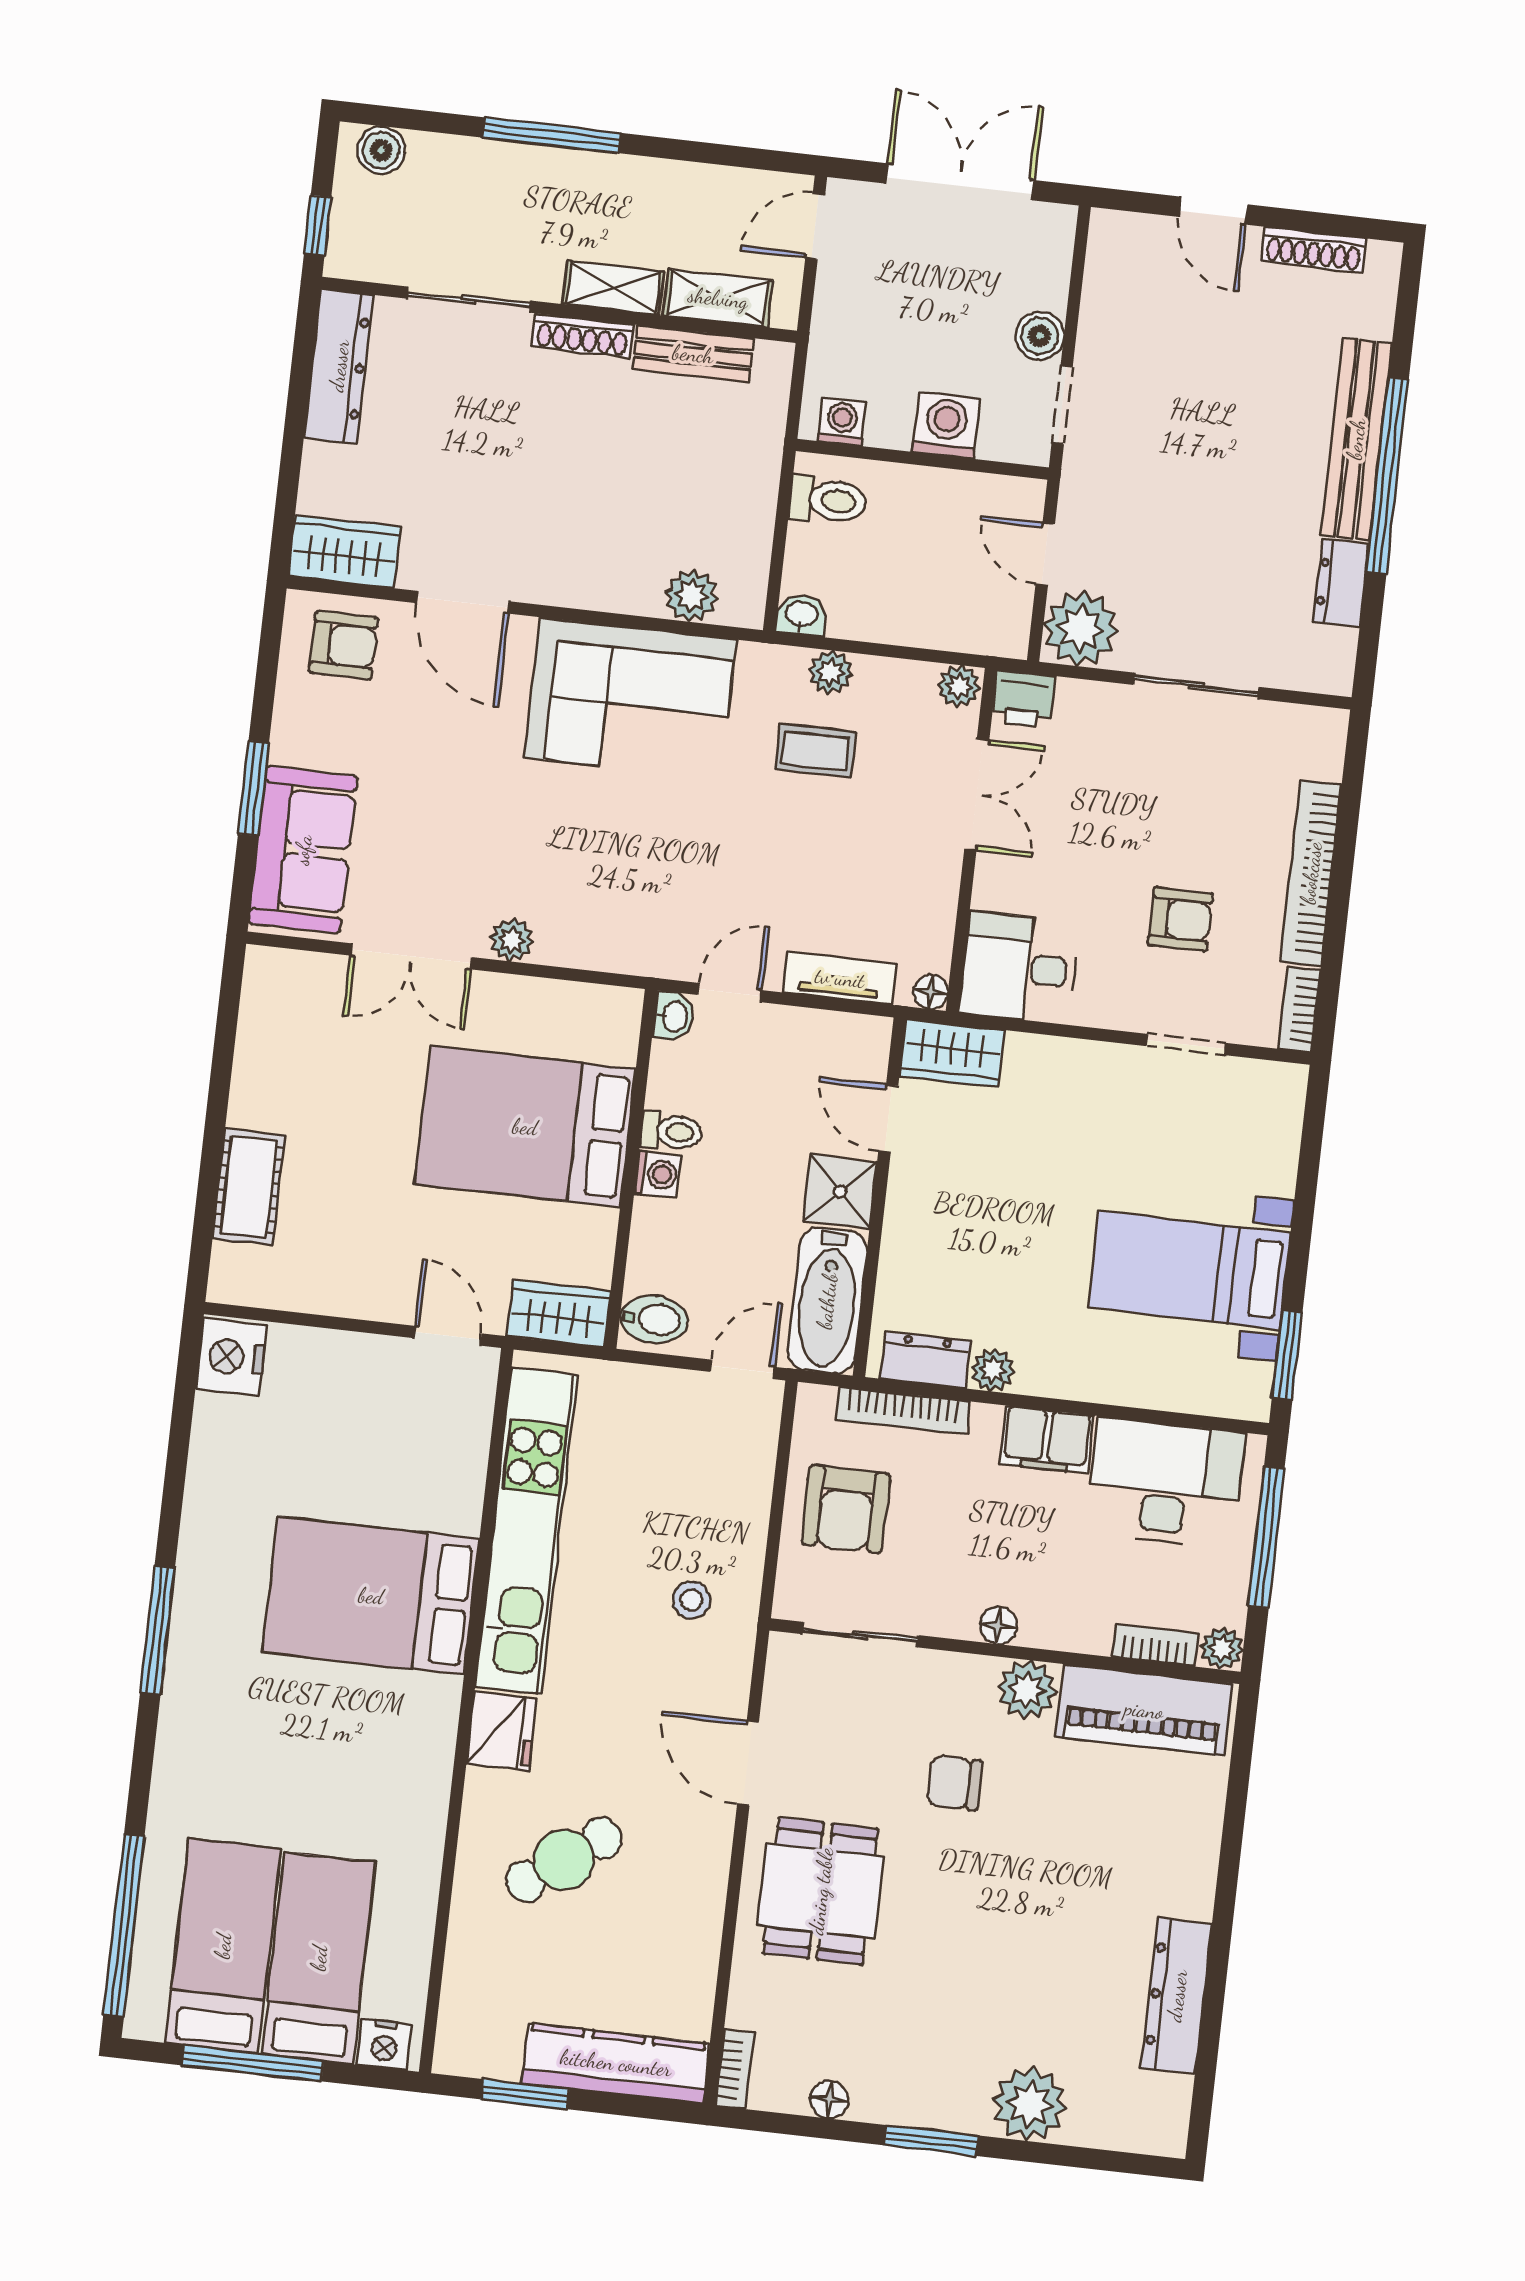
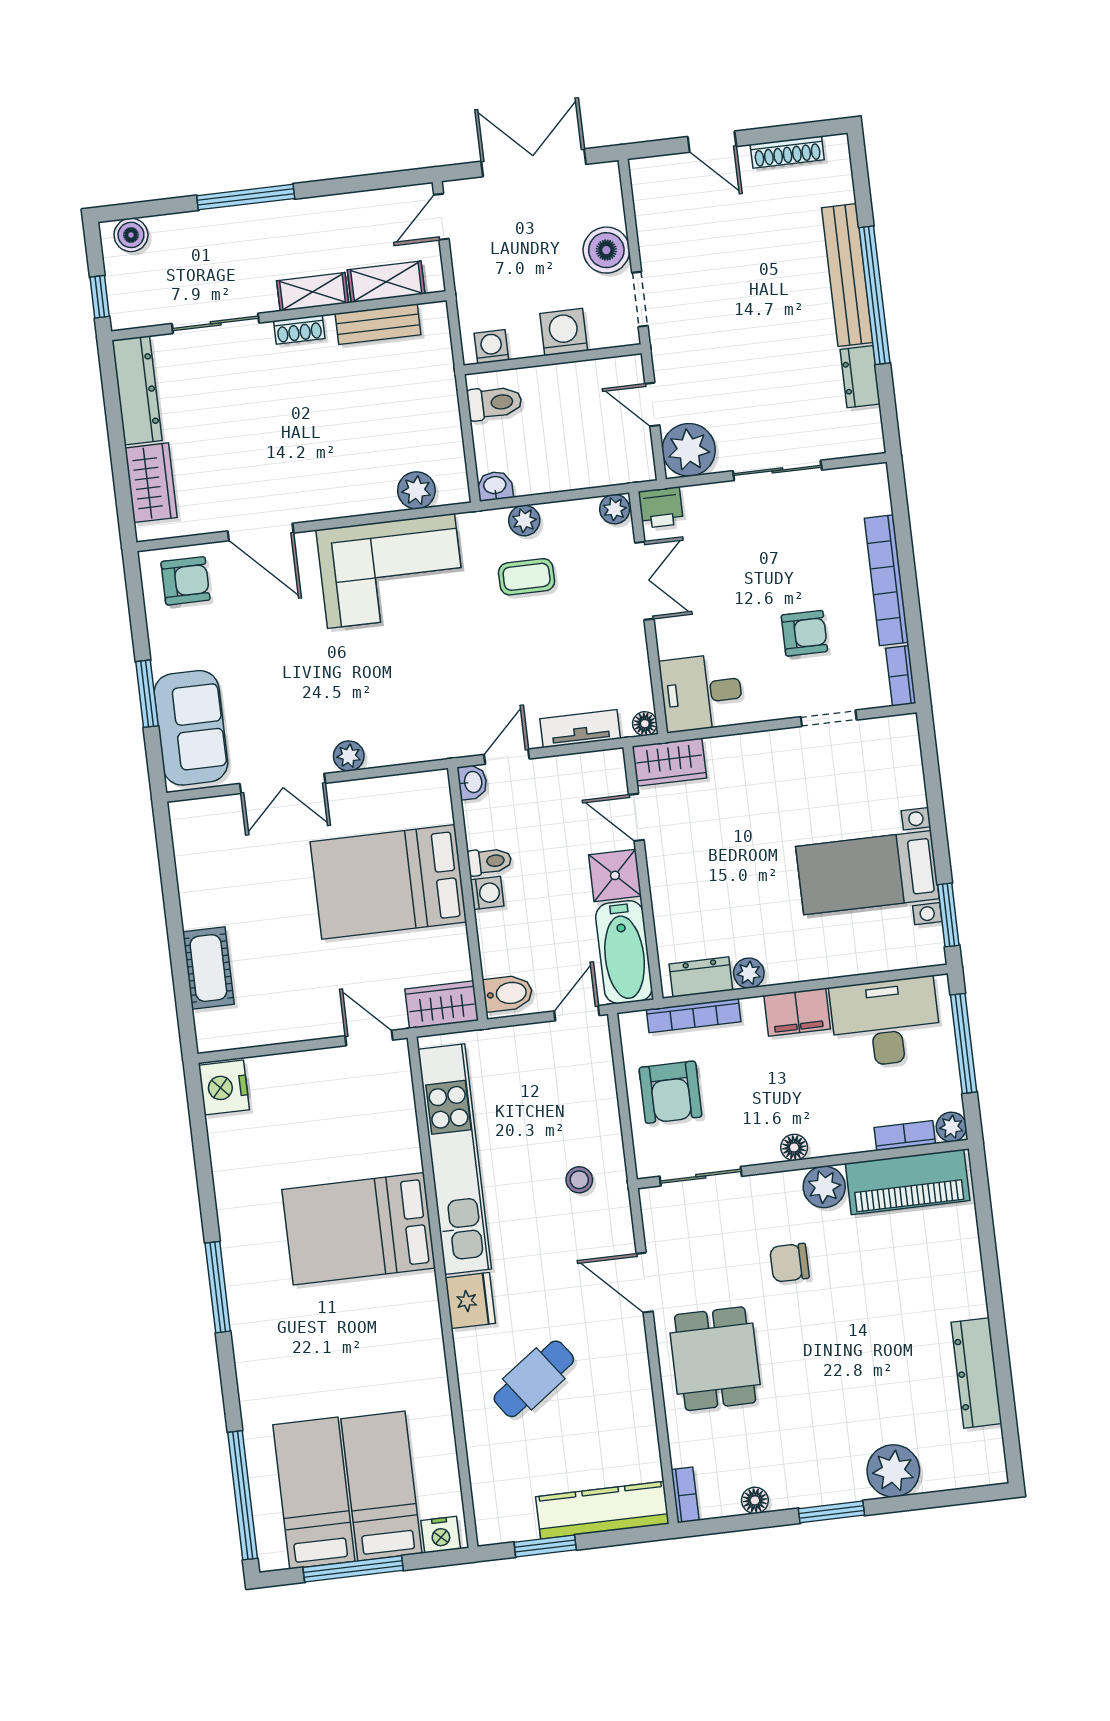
shoe rack: (582, 336) -> (299, 330), width x0.70
boiler: (1040, 336) -> (606, 250), width x1.36, depth x1.36
wardrobe: (345, 551) -> (151, 483), moved, turned 90

